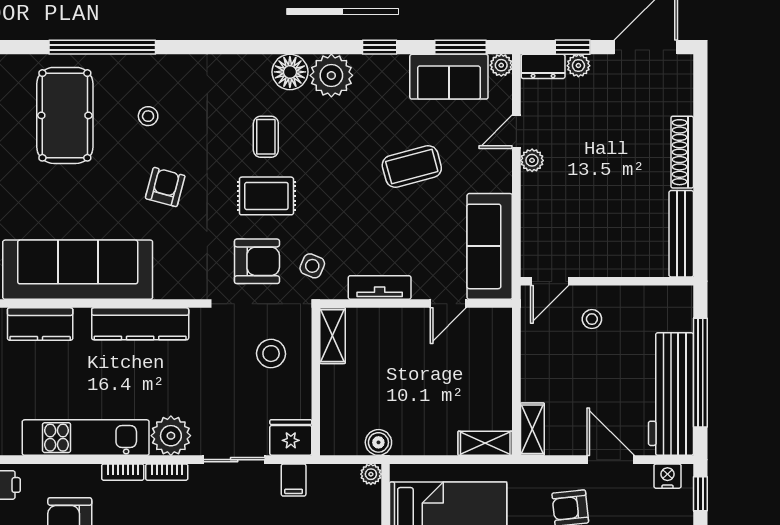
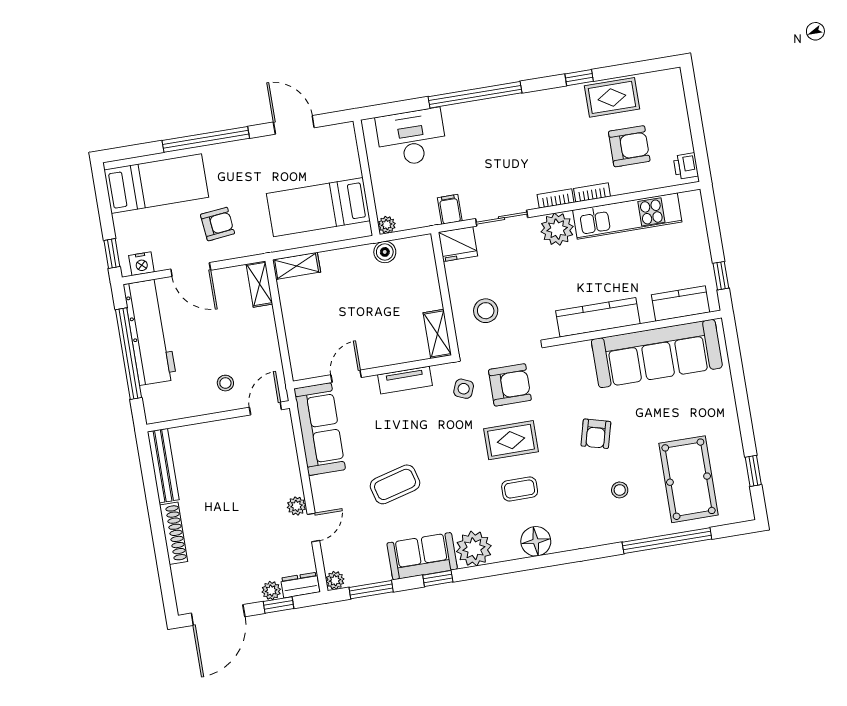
floor lamp: (290, 72) -> (536, 541), moved
sofa: (449, 77) -> (422, 556), moved
coffee table: (266, 137) -> (520, 489), turned 90
armchair: (257, 261) -> (510, 385), turned 180

